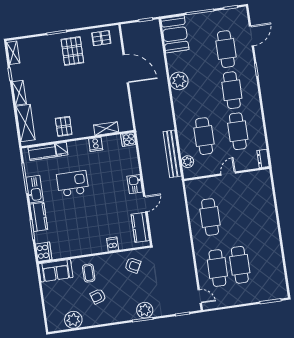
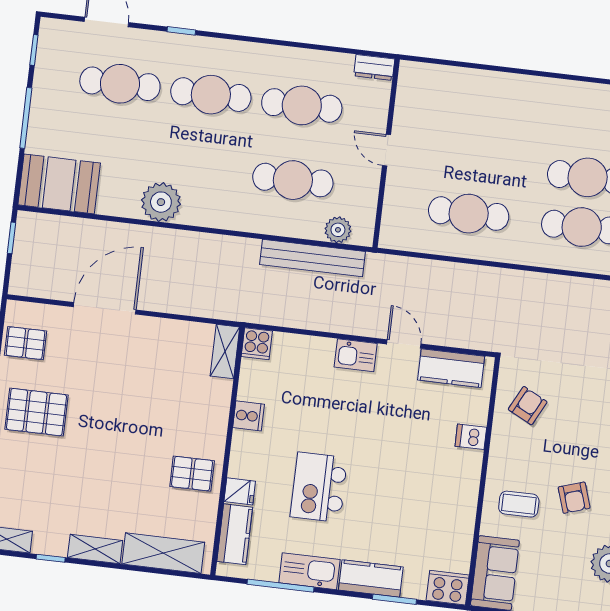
pallet: (101, 38) -> (25, 343), turned 90
shelving: (106, 129) -> (225, 352), moved

